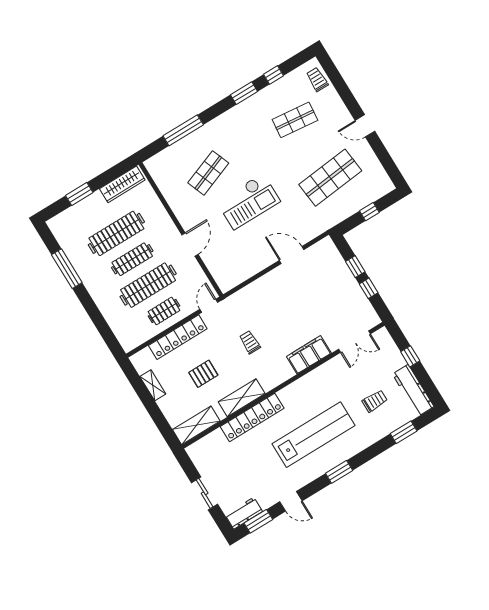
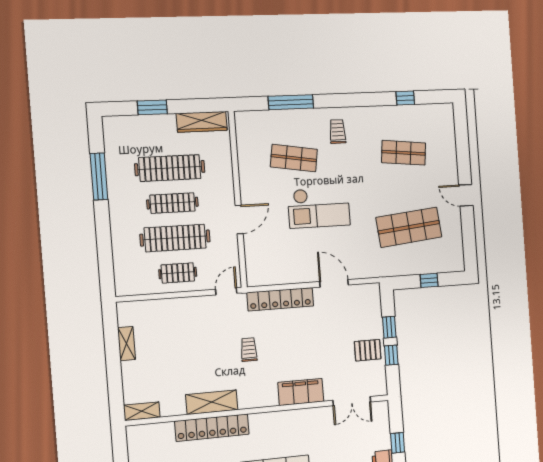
trolley: (317, 79) -> (338, 131), moved
window: (244, 93) -> (368, 99), removed
shop shelf: (208, 173) -> (294, 158), turned 30
locker: (178, 337) -> (280, 299), moved
pallet: (203, 374) -> (368, 350), moved
shelving: (196, 425) -> (142, 411), width x0.67, depth x0.75

